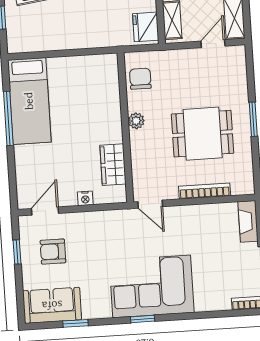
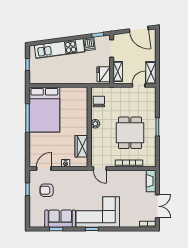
bed: (29, 101) -> (44, 110), width x1.50
dining table: (203, 134) -> (130, 133), turned 90
sofa: (52, 305) -> (60, 219), moved

